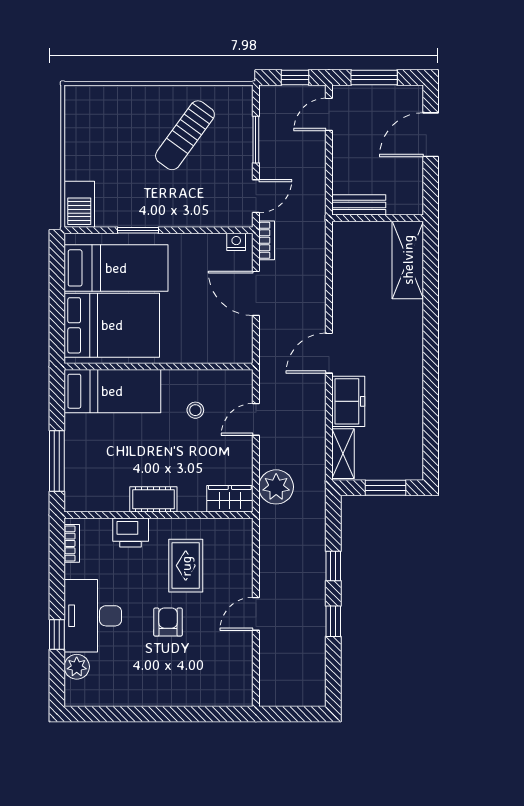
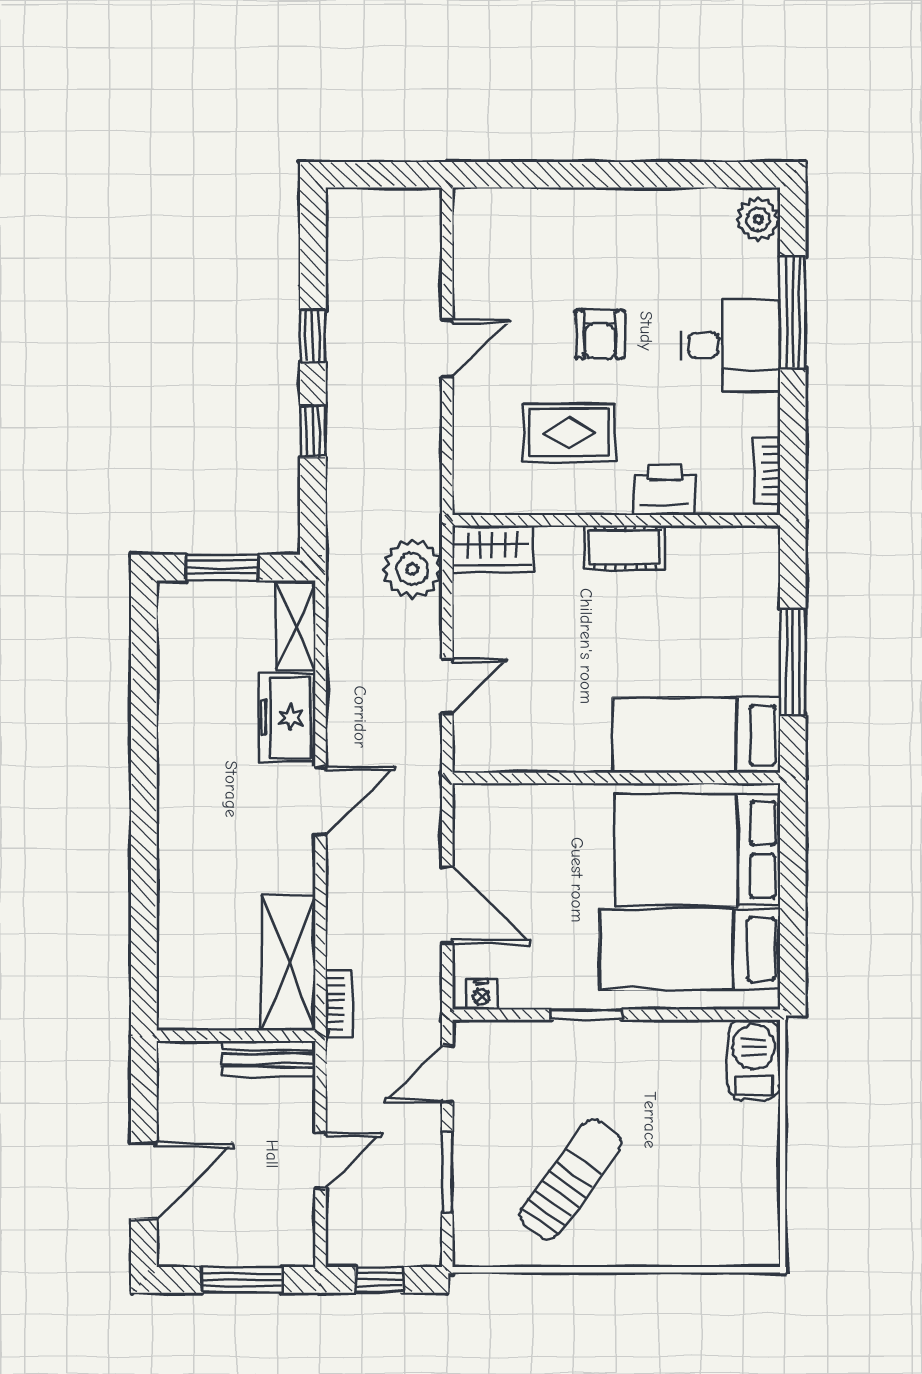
door: (329, 114) -> (320, 1160), moved
window: (138, 230) -> (586, 1015), moved
bookcase: (267, 240) -> (339, 1004), moved, turned 180
shelving: (408, 260) -> (288, 963), moved
stool: (195, 410) -> (552, 702), removed
window: (57, 461) -> (793, 662), moved
rug: (186, 566) -> (569, 433), turned 90
desk: (93, 616) -> (730, 345), width x0.73
window: (57, 635) -> (793, 313), width x2.17
plant: (77, 667) -> (758, 219), moved

